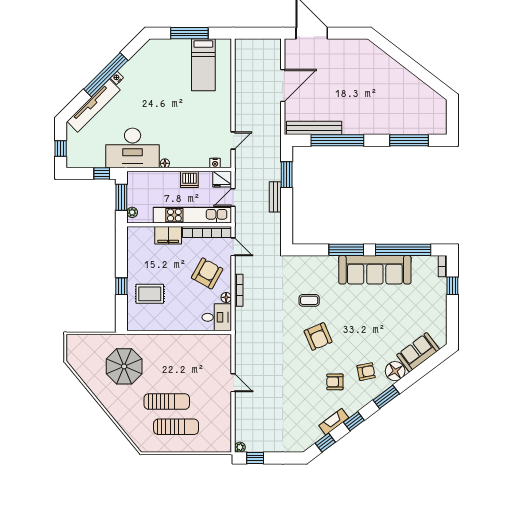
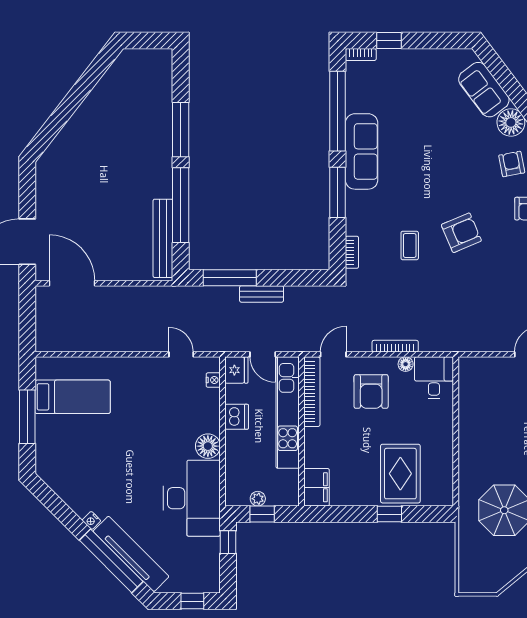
window: (106, 75) -> (111, 561), moved
door: (283, 86) -> (72, 283), moved
window: (409, 140) -> (181, 130), moved
floor lamp: (165, 163) -> (208, 446), width x1.89, depth x1.89
window: (287, 175) -> (230, 278), width x1.44
window: (121, 197) -> (262, 514), width x0.67
plant: (132, 212) -> (258, 499), moved
filing cabinet: (168, 235) -> (317, 487), moved
bookcase: (304, 260) -> (352, 252), added
sofa: (375, 270) -> (362, 151), width x0.74, depth x0.79
armchair: (207, 273) -> (371, 391), turned -119
rug: (150, 294) -> (400, 474), width x1.36, depth x1.43

